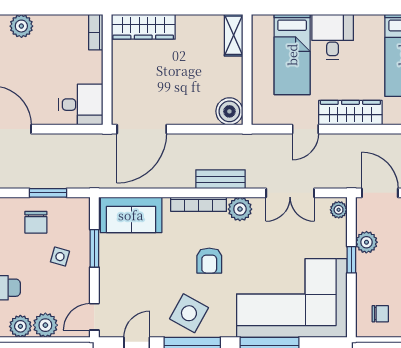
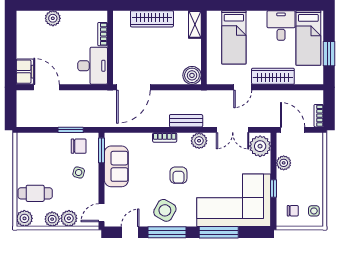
wardrobe: (143, 27) -> (152, 19), moved
bookcase: (96, 32) -> (103, 34), moved
desk: (333, 37) -> (281, 25), moved
desk: (81, 105) -> (93, 66), width x1.37
bookcase: (199, 204) -> (165, 138), width x0.64
plant: (339, 210) -> (260, 146), width x1.87, depth x1.87
sofa: (131, 215) -> (116, 166), moved, turned -90
chair: (36, 222) -> (79, 146), moved, turned -90
window: (94, 248) -> (102, 150), moved
window: (351, 260) -> (274, 188), moved

